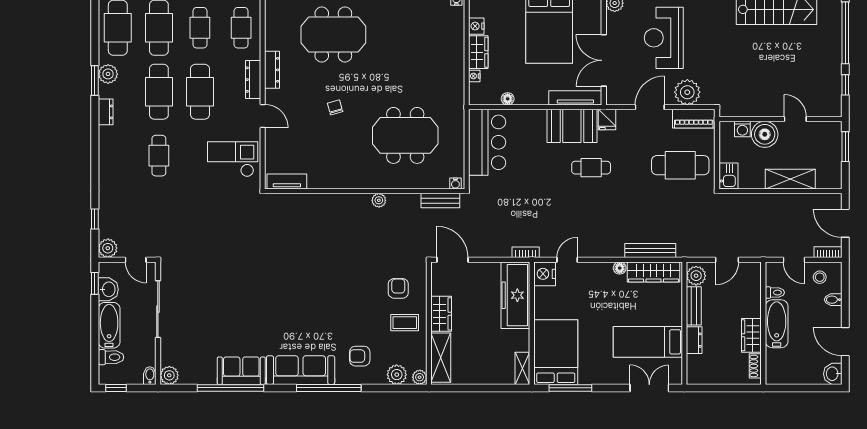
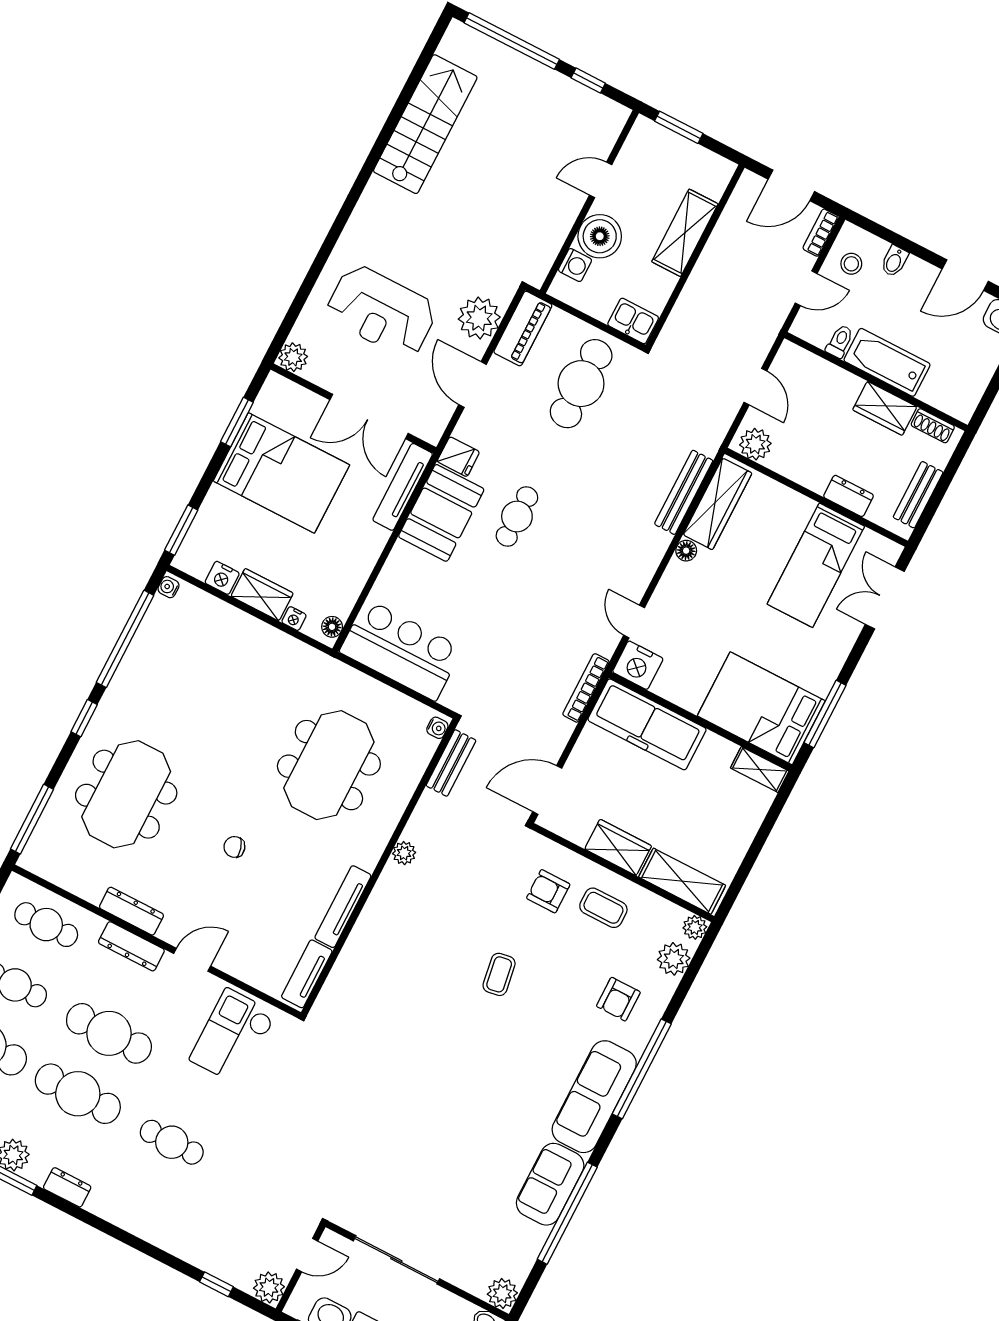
floor lamp: (508, 99) -> (332, 627), moved
tv unit: (333, 182) -> (343, 907), added
bookcase: (526, 252) -> (586, 688), width x1.56
coffee table: (340, 285) -> (499, 974), added
bench: (694, 306) -> (918, 495), moved, turned 90
coffee table: (405, 323) -> (603, 908), turned 90

